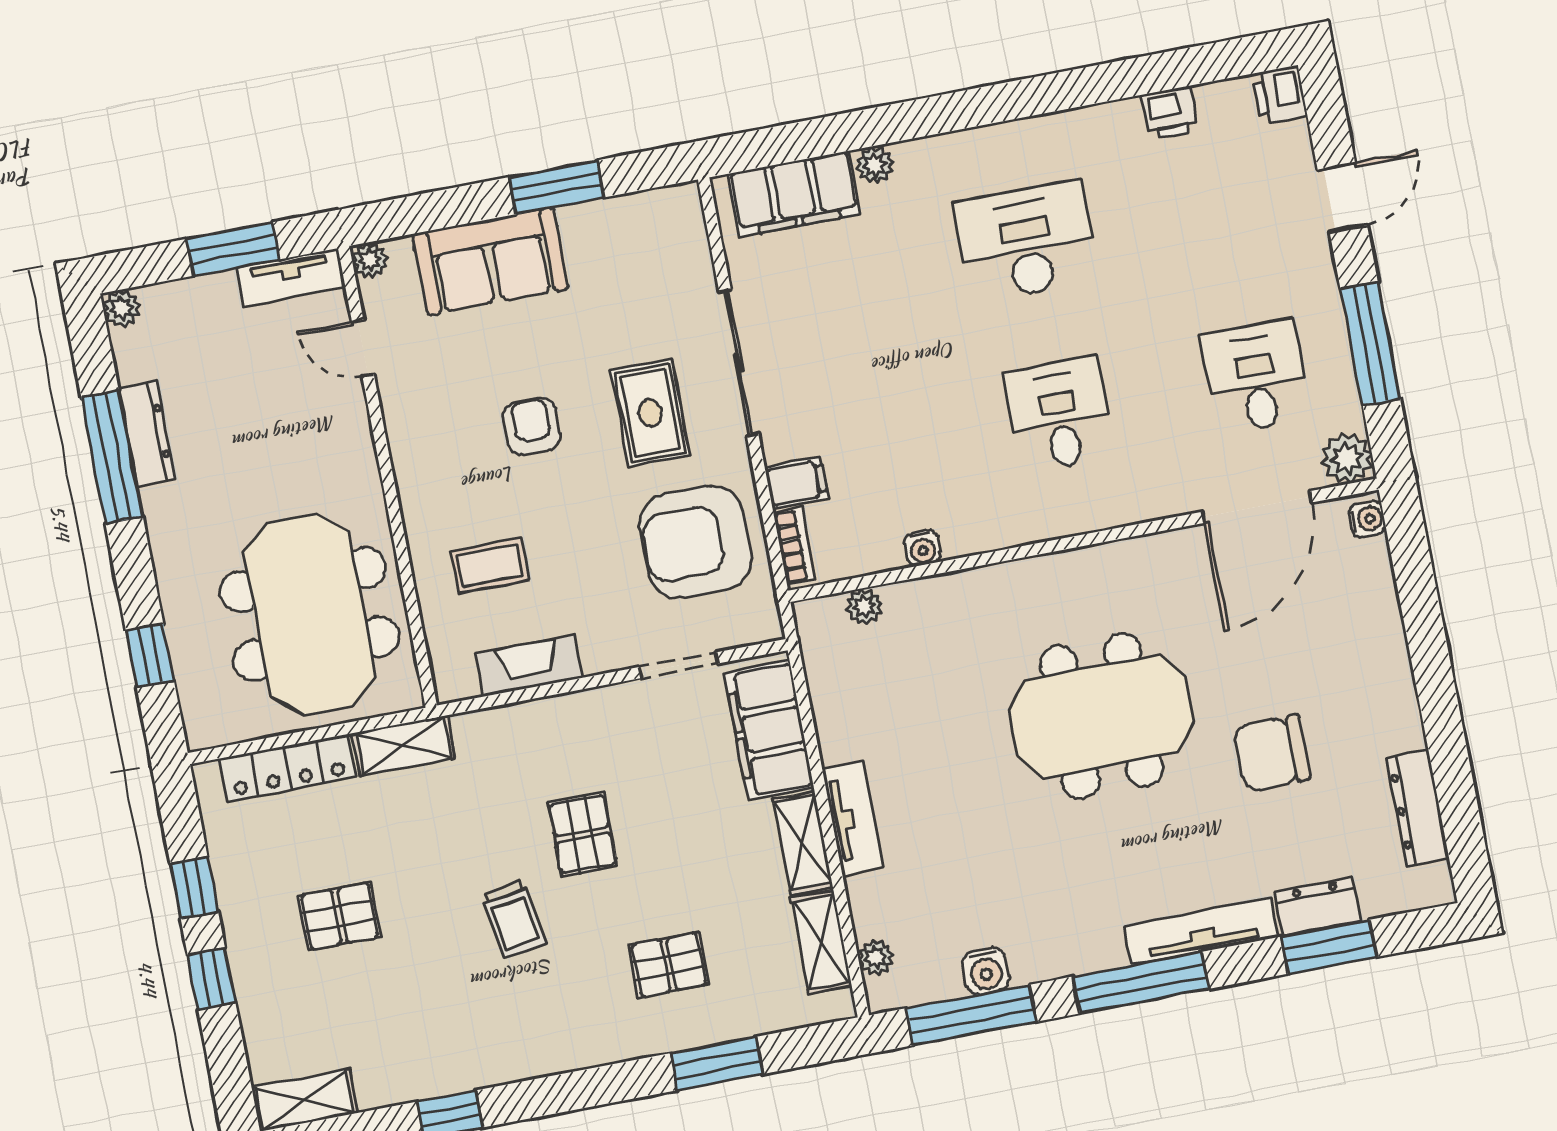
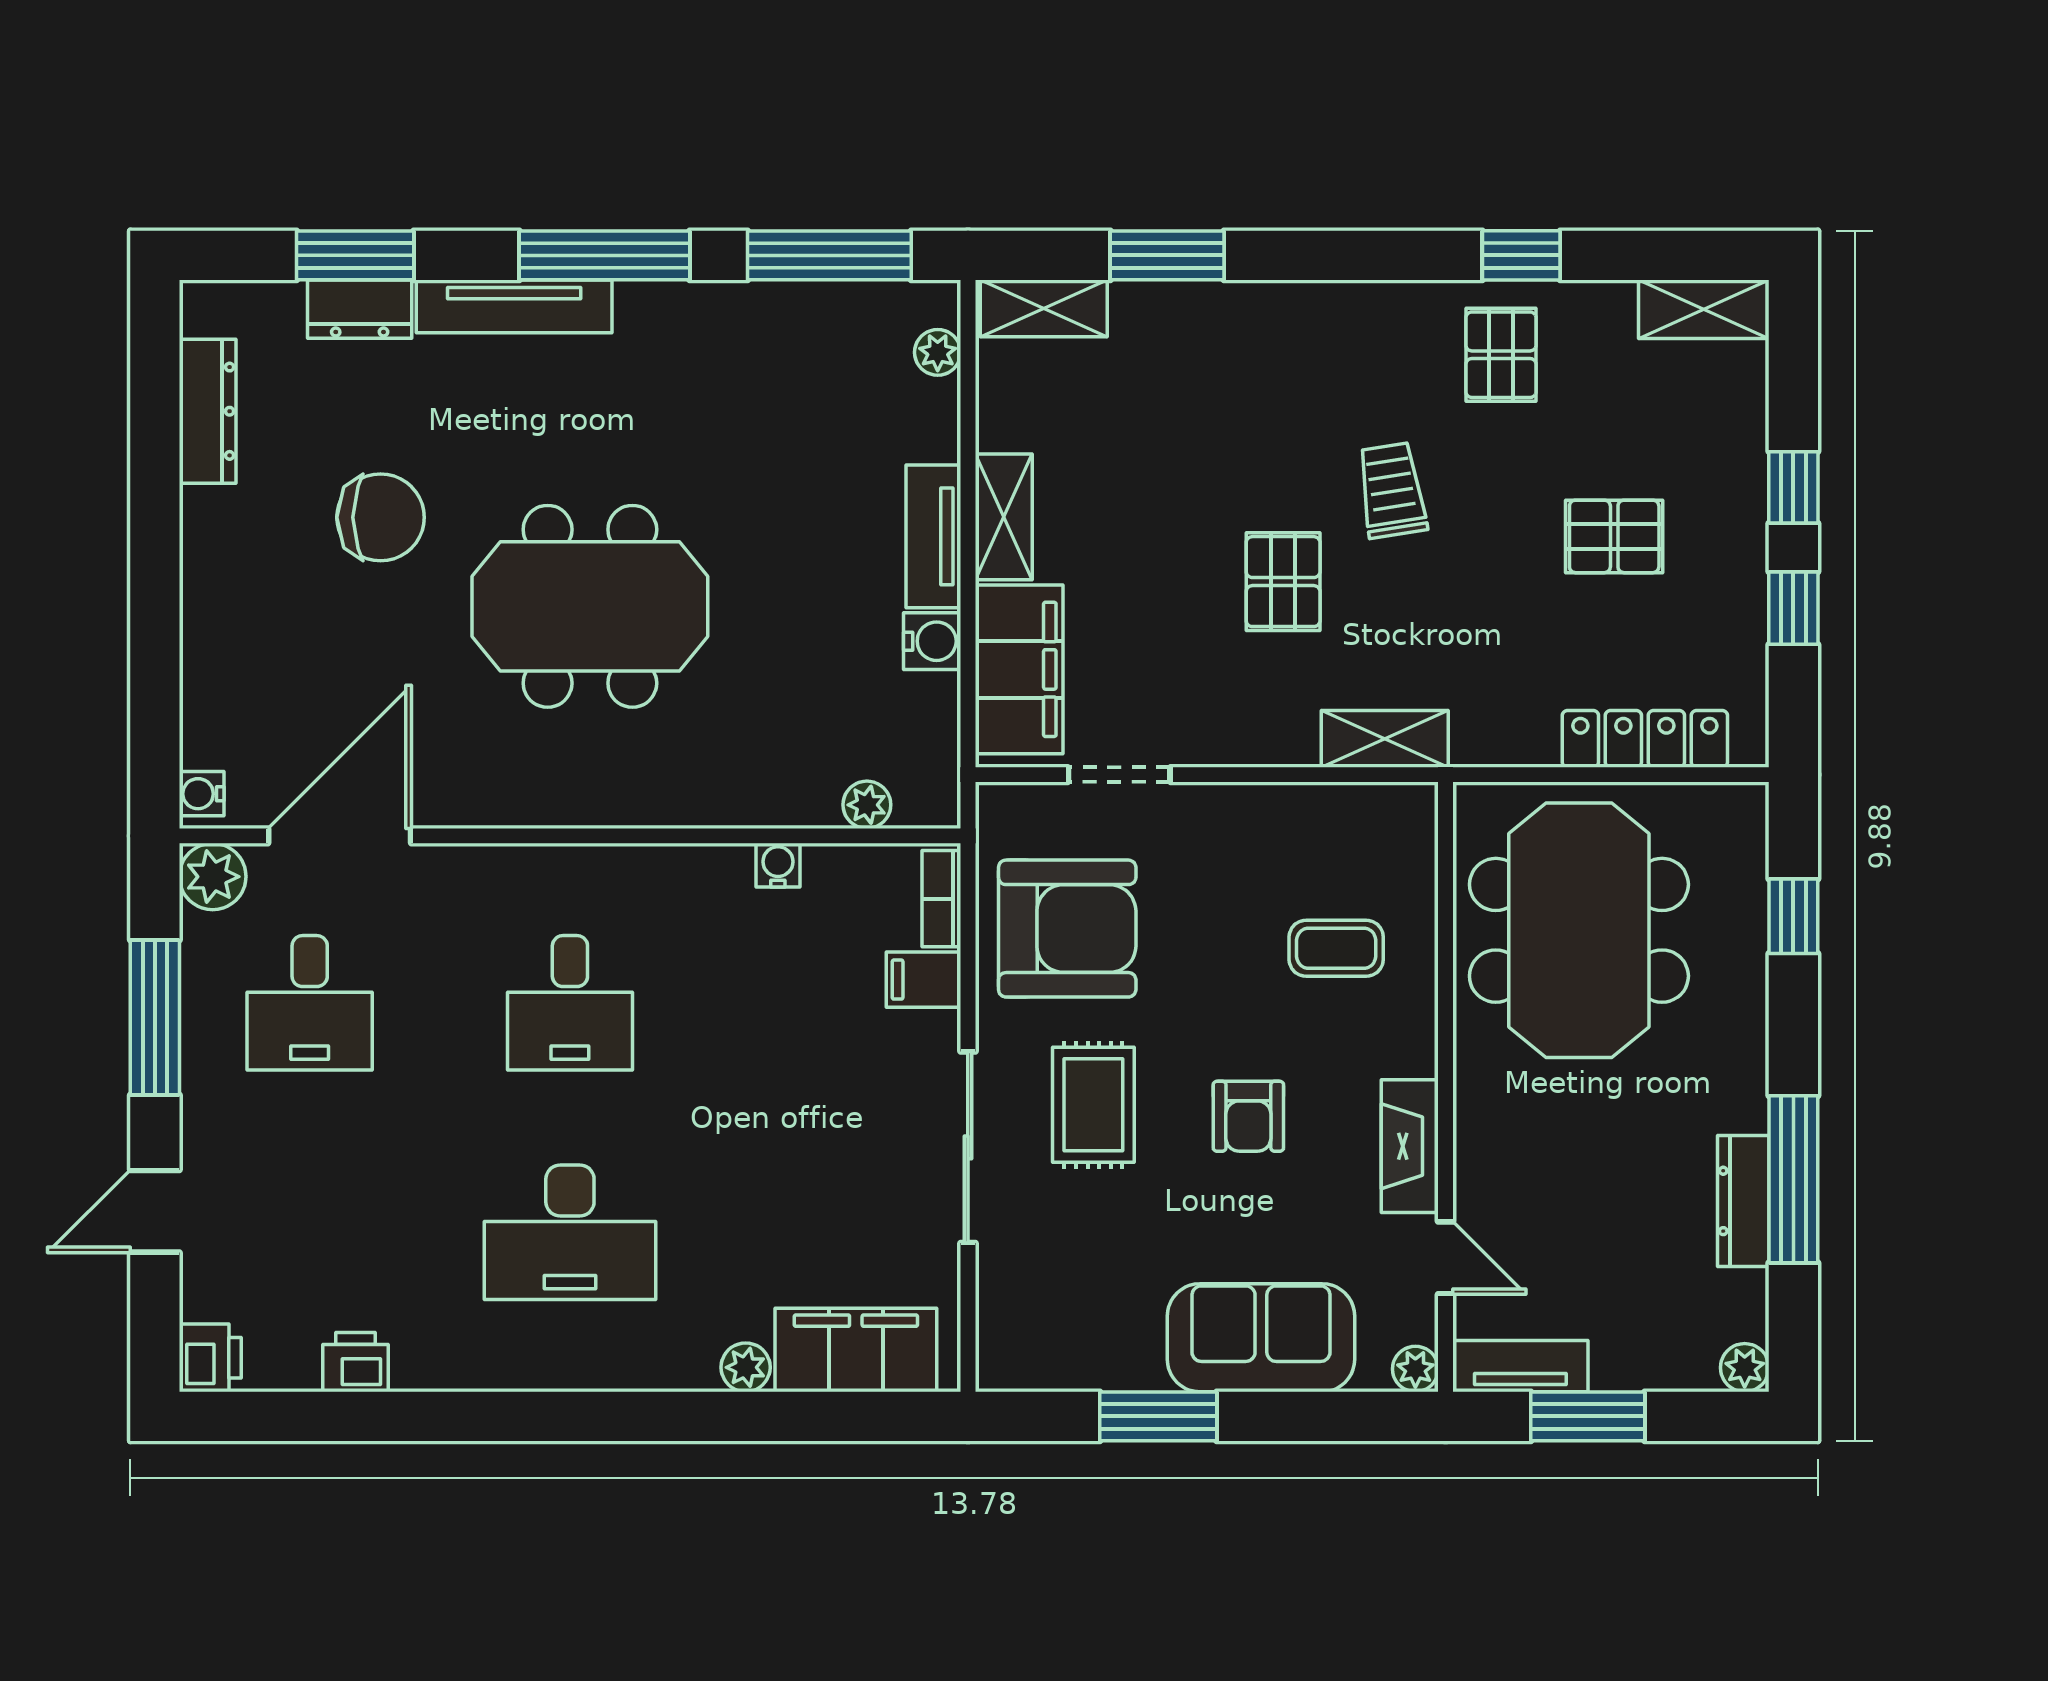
fireplace: (529, 666) -> (1410, 1146), moved, turned 90
shelving: (404, 746) -> (1385, 739), moved
shelving: (821, 942) -> (1044, 308), moved, turned 90
pallet: (669, 965) -> (1501, 355), moved, turned 90
water cooler: (986, 971) -> (932, 641), moved, turned 90

